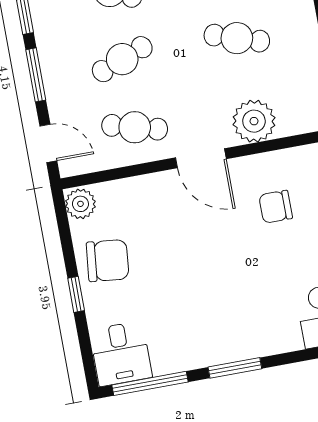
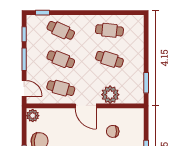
cafe table: (122, 59) -> (61, 59), turned 42

